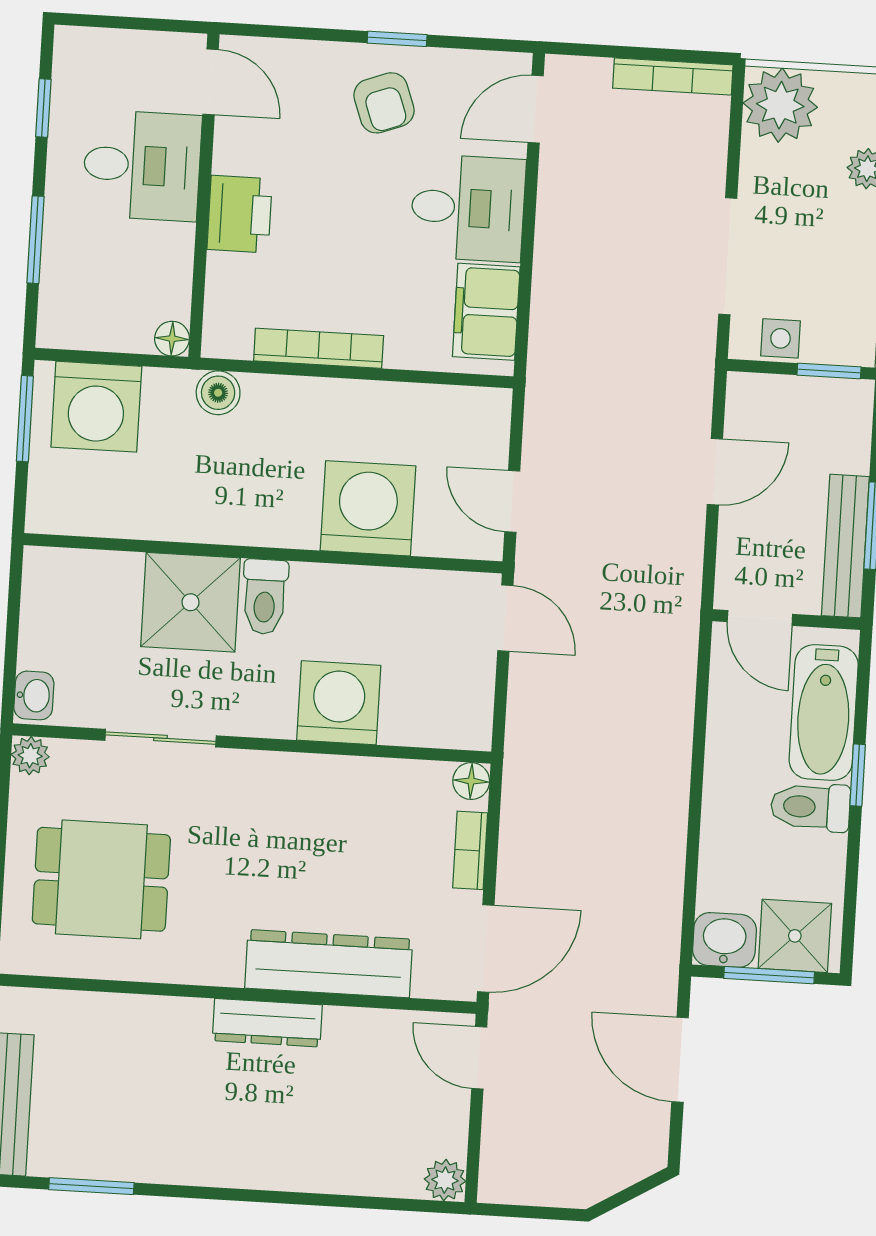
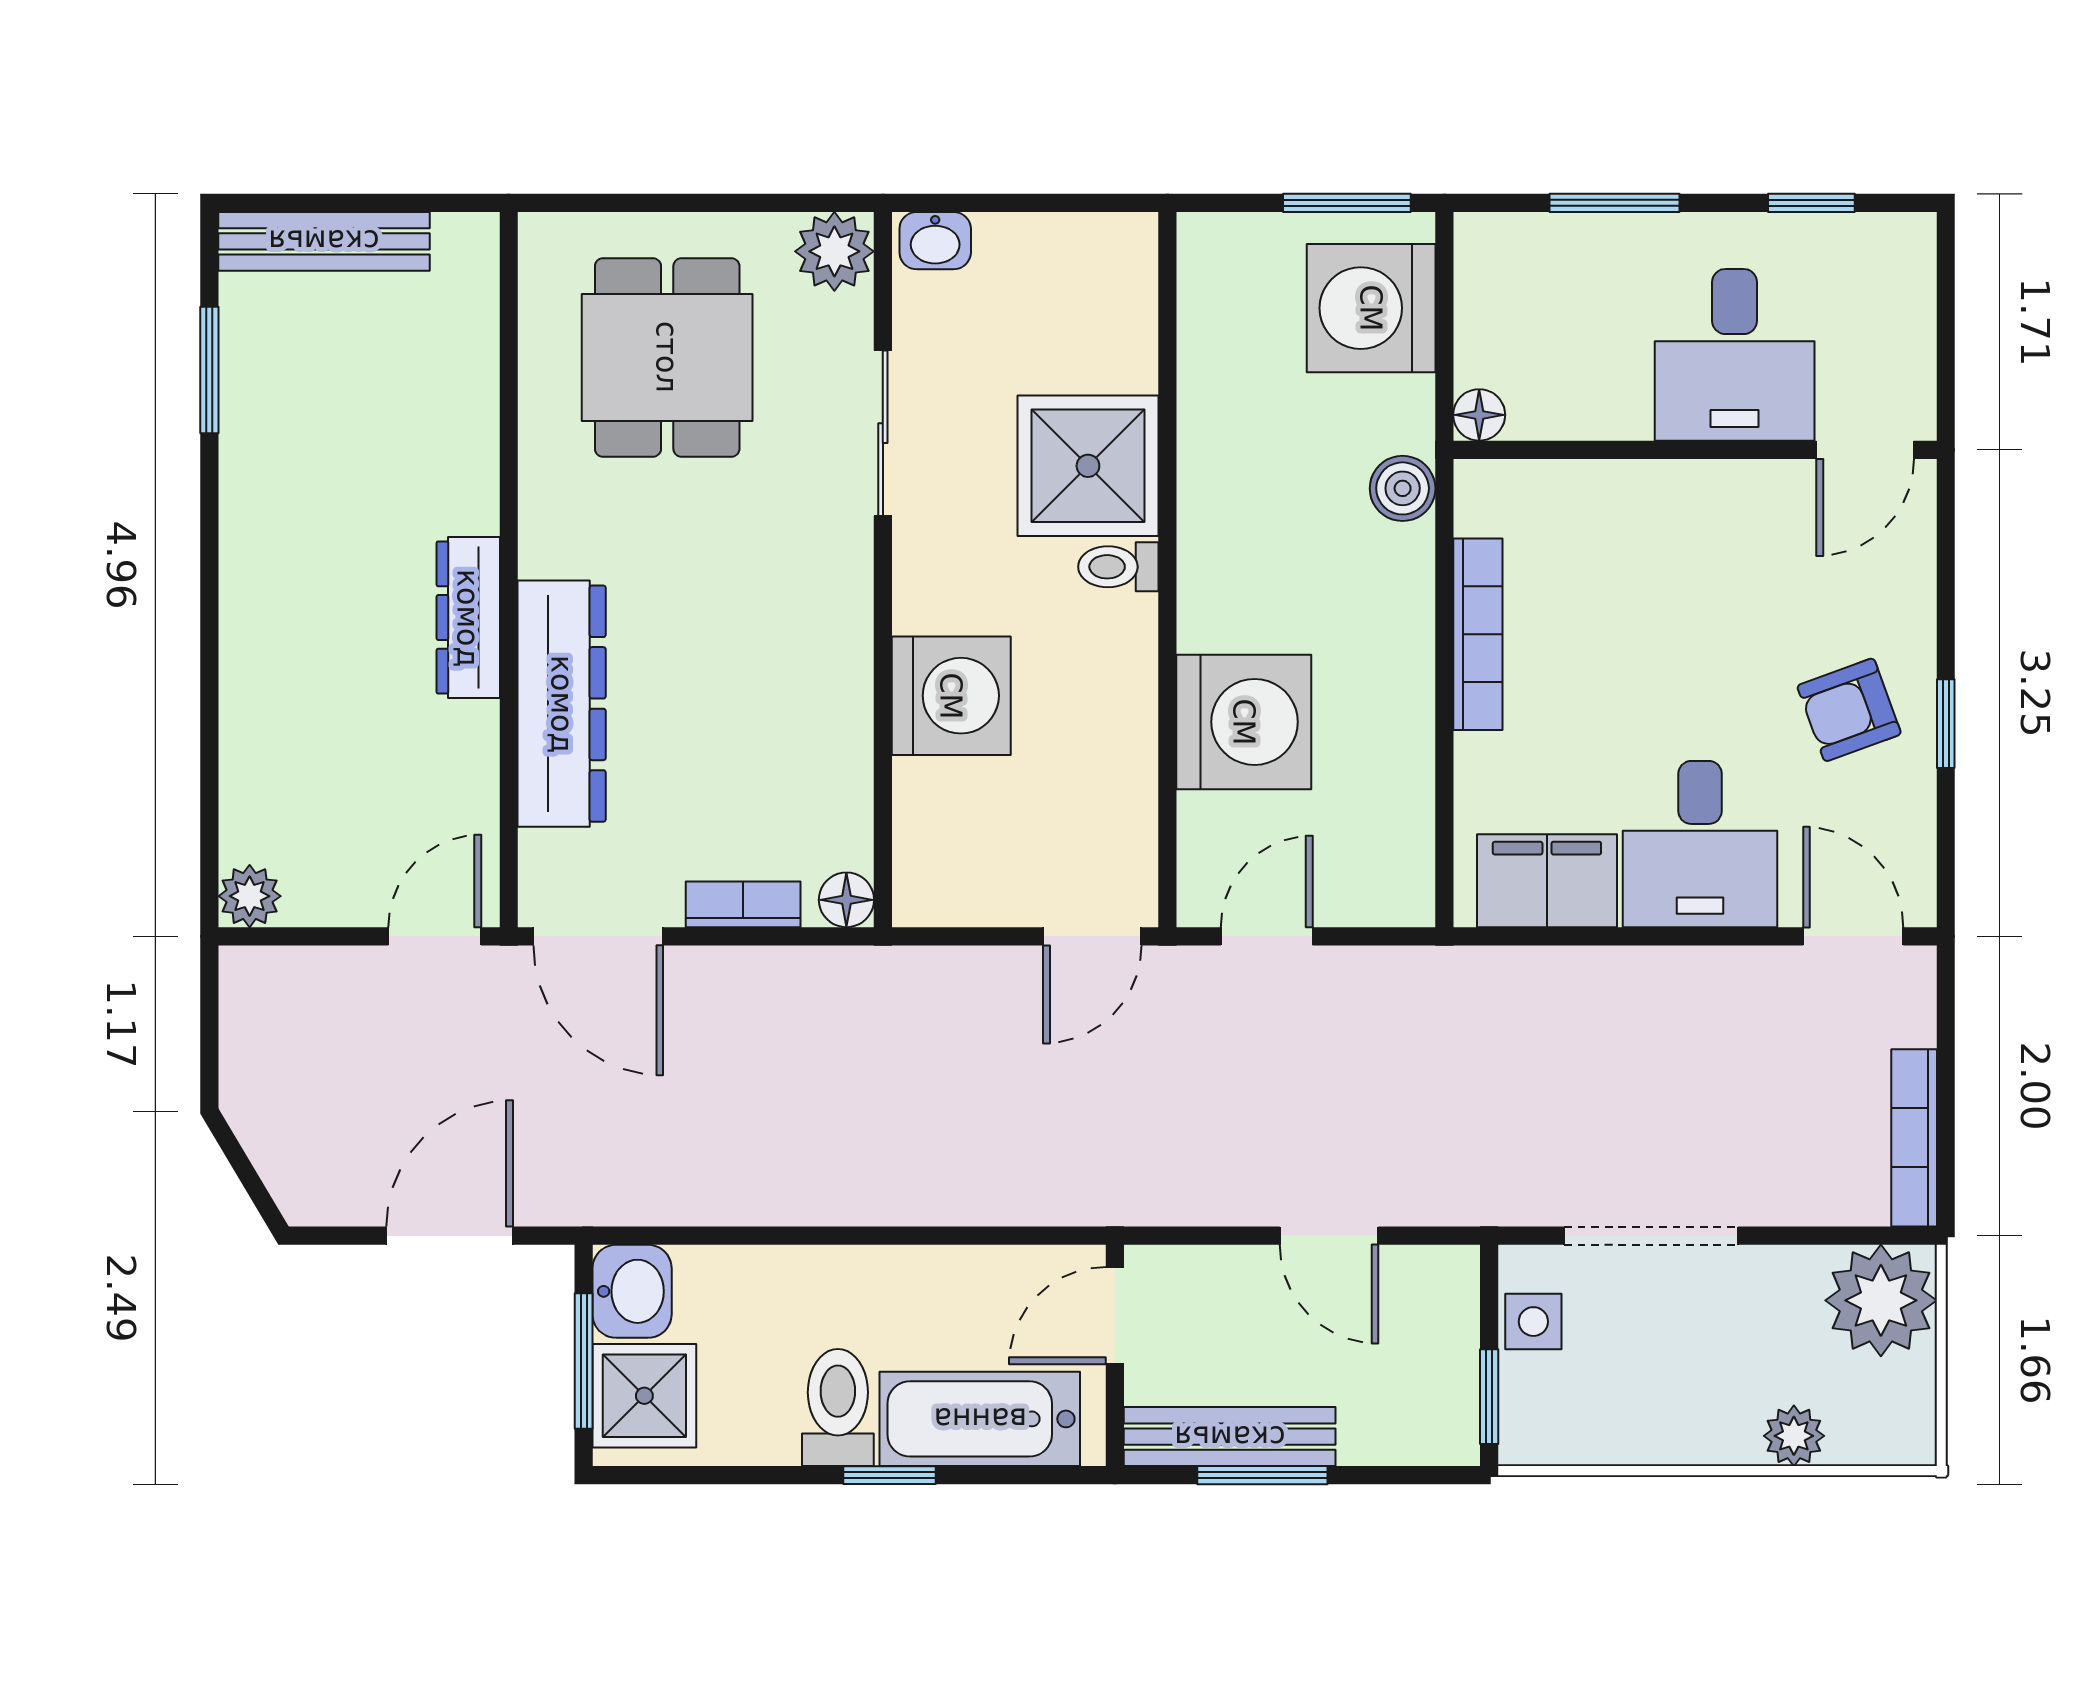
printer: (240, 214) -> (1671, 505), removed
toilet: (265, 597) -> (1118, 567), width x0.73, depth x0.72
plant: (30, 756) -> (834, 251), width x1.38, depth x1.38

